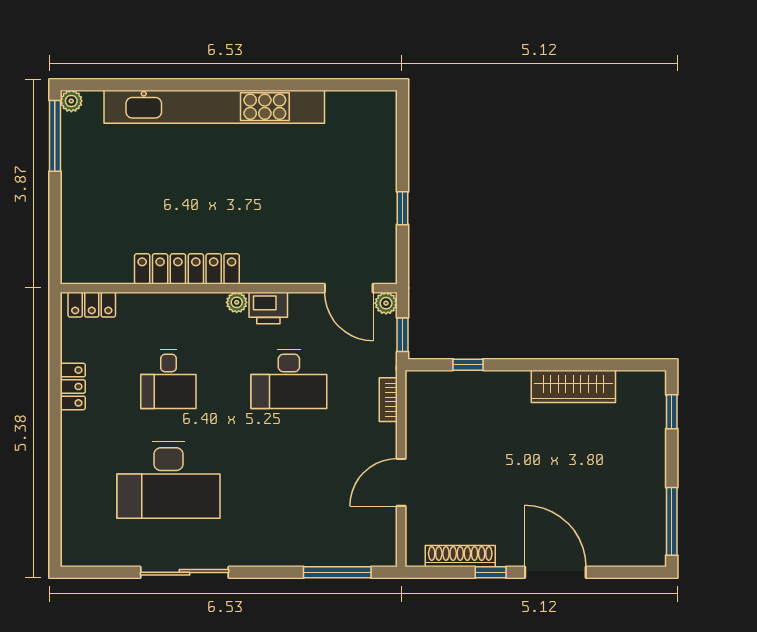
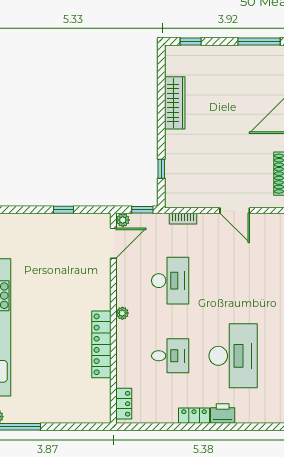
printer: (268, 308) -> (223, 413), moved, turned -90
locker: (73, 386) -> (194, 416), moved

